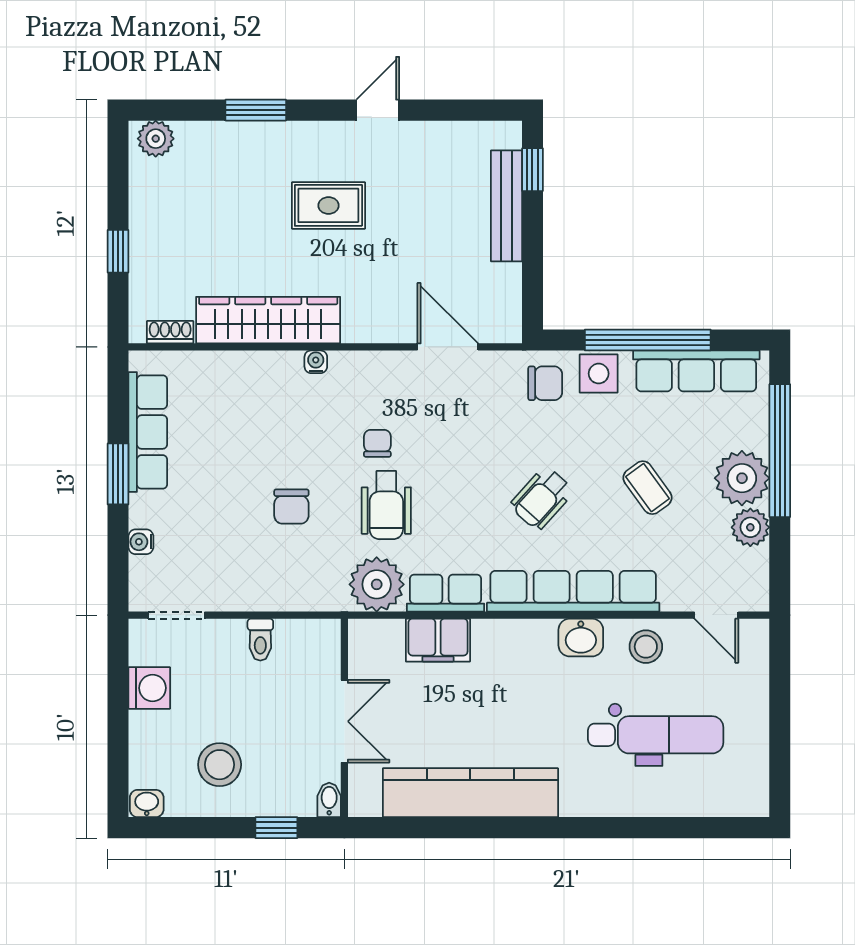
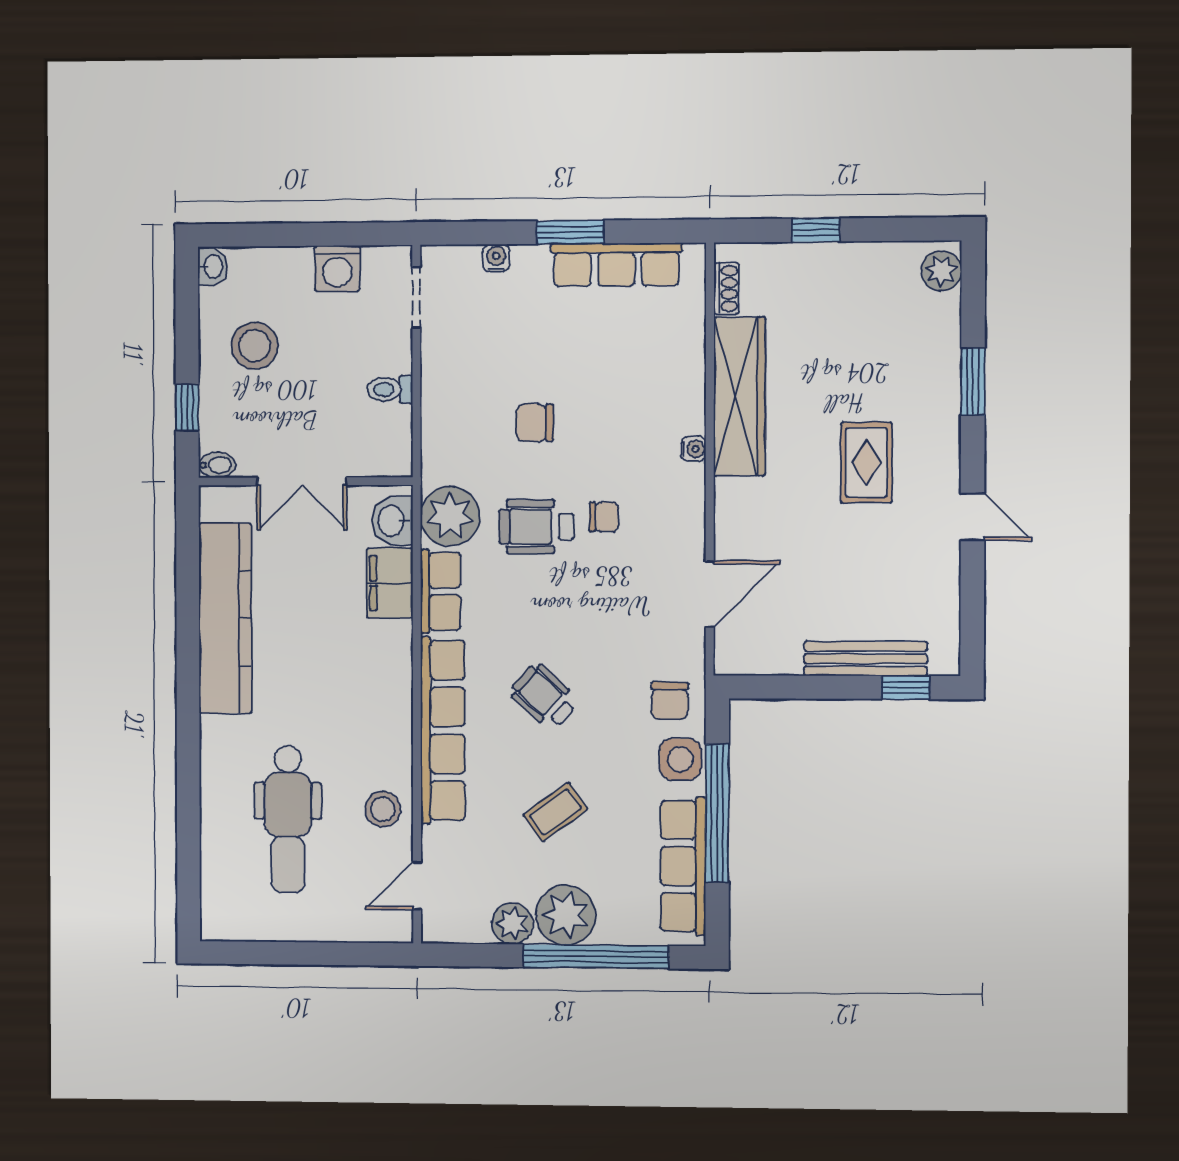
washbasin: (581, 638) -> (392, 521), moved

